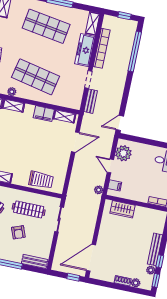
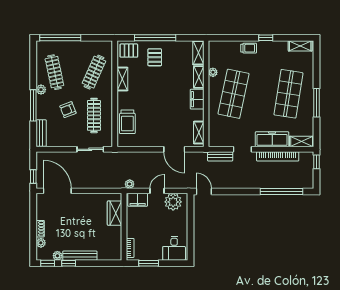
window: (124, 16) -> (317, 162), moved
filing cabinet: (44, 114) -> (197, 99), moved
filing cabinet: (115, 185) -> (138, 200), width x2.00

